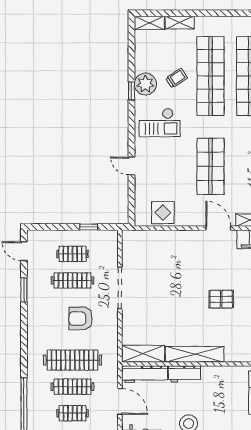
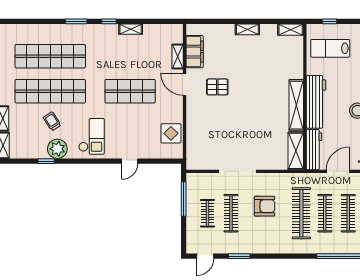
window: (132, 91) -> (46, 161), moved
window: (89, 227) -> (184, 199), width x2.17
door: (218, 228) -> (185, 84), hinge flipped
pallet: (221, 299) -> (217, 87), moved, turned 90
armchair: (81, 319) -> (265, 206), turned -90
workbench: (184, 374) -> (316, 102), width x1.88, depth x1.32
clothes rail: (73, 413) -> (348, 213), width x1.36

